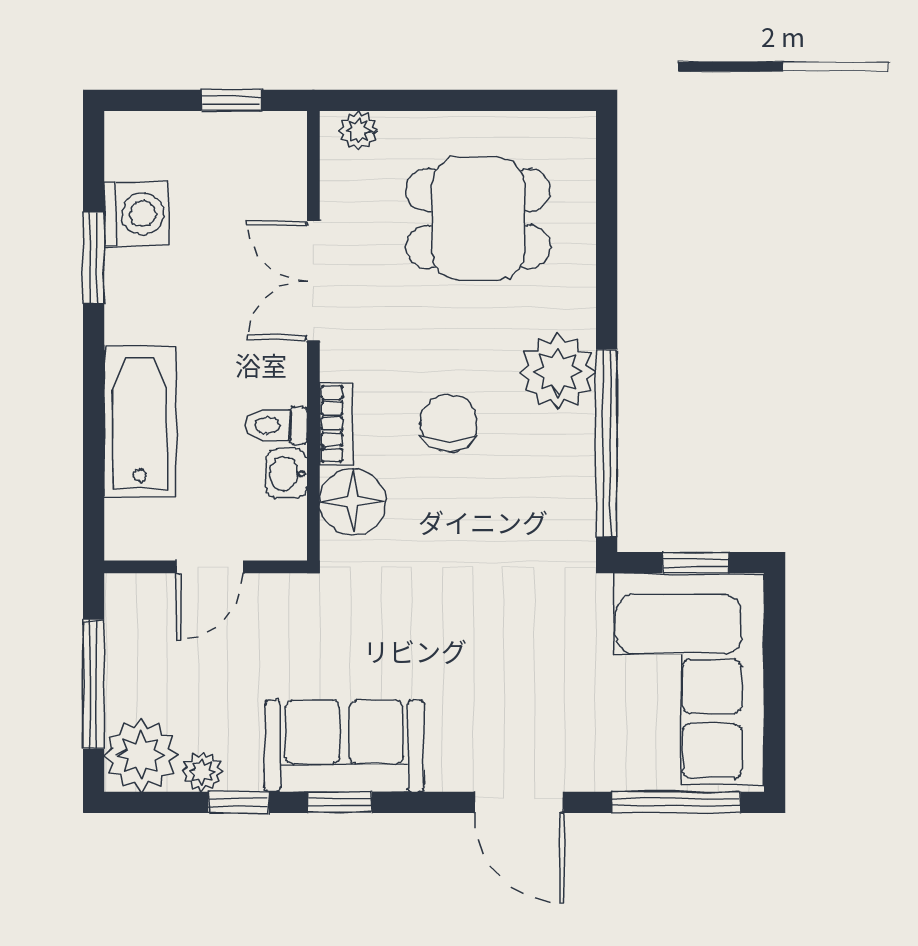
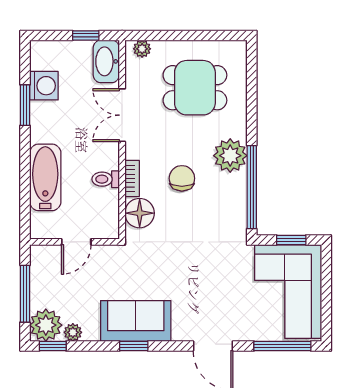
washbasin: (287, 474) -> (106, 61), moved, width x1.91, depth x1.45
window: (238, 802) -> (53, 346), moved

